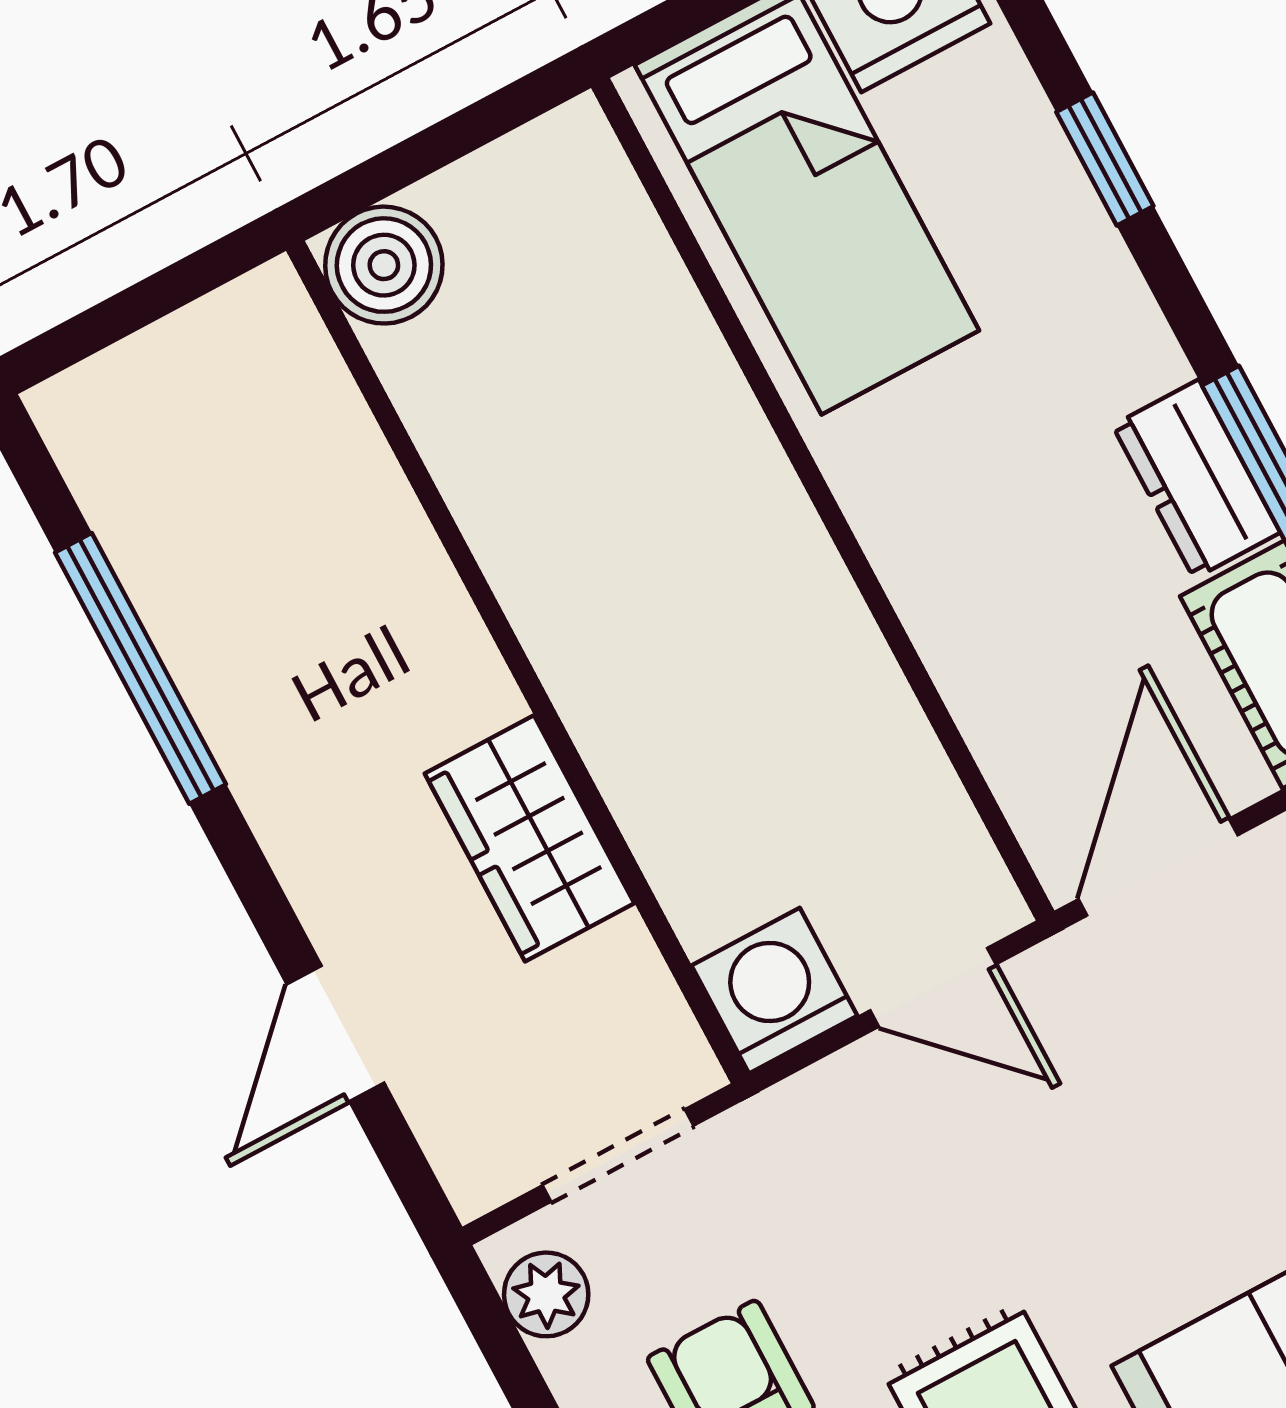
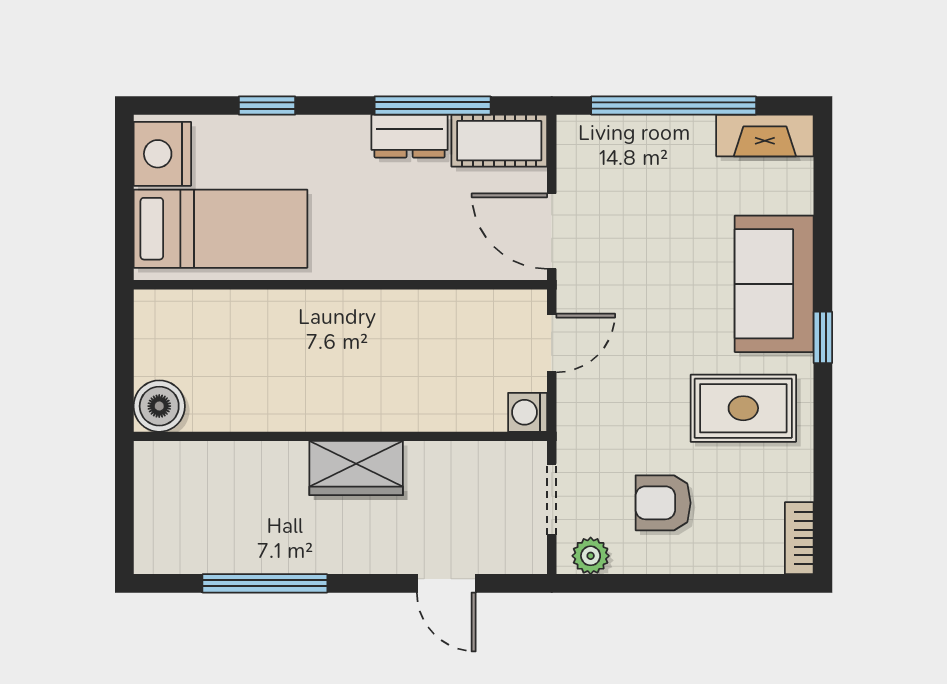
wardrobe: (530, 838) -> (356, 468), moved
washing machine: (774, 991) -> (528, 412), width x0.73, depth x0.73

